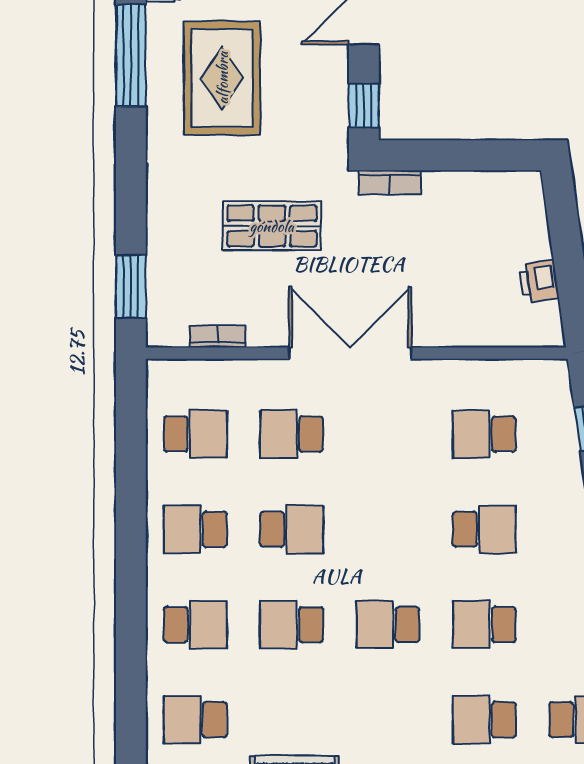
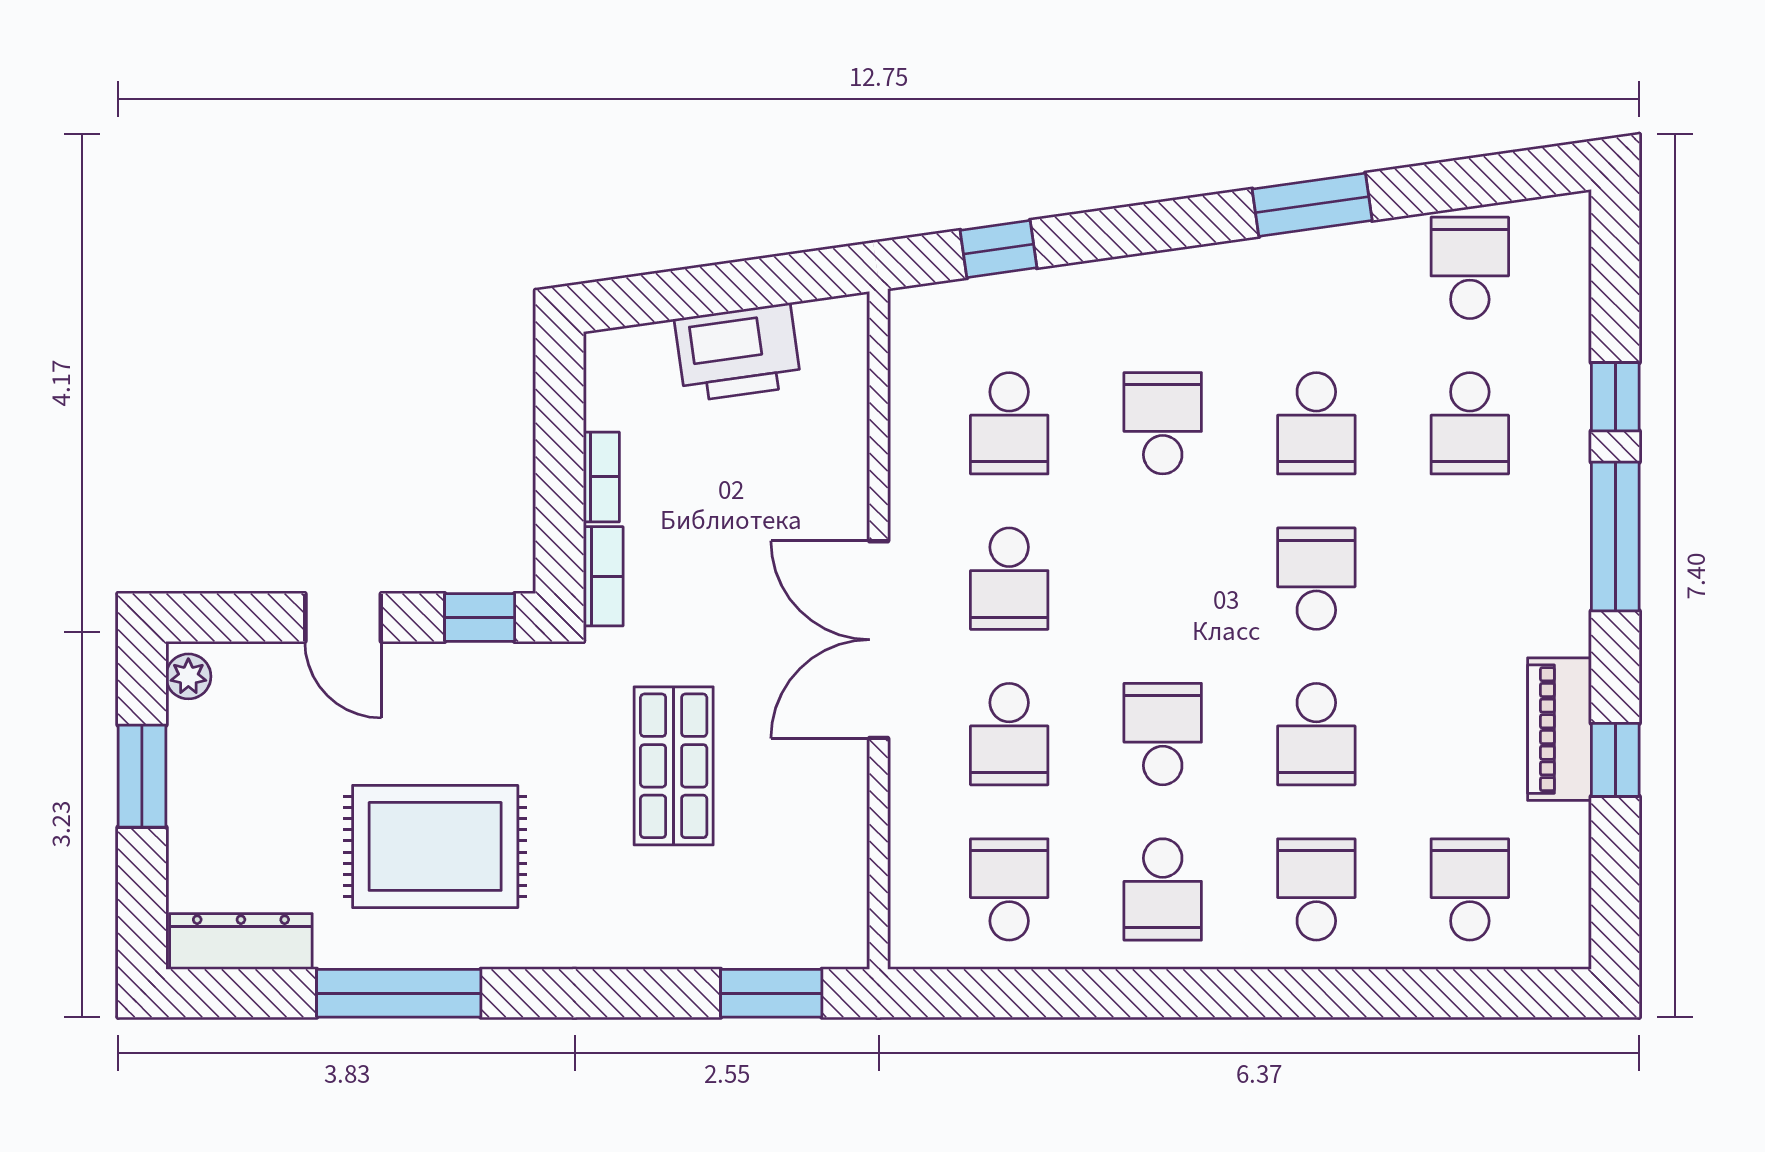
printer: (539, 281) -> (738, 353), width x1.87, depth x1.48
bookcase: (218, 336) -> (601, 477), moved, turned 180
school desk: (388, 434) -> (1009, 579), added
school desk: (388, 625) -> (1316, 579), turned 180
school desk: (195, 720) -> (1470, 889), turned 180

